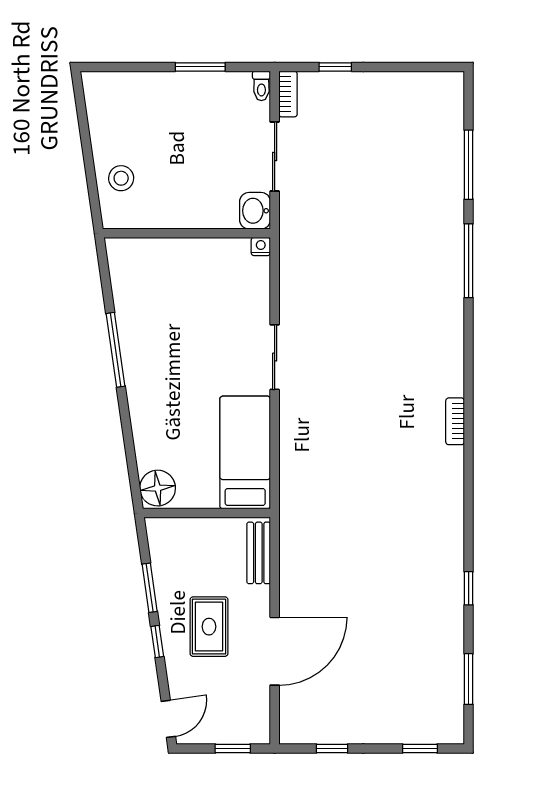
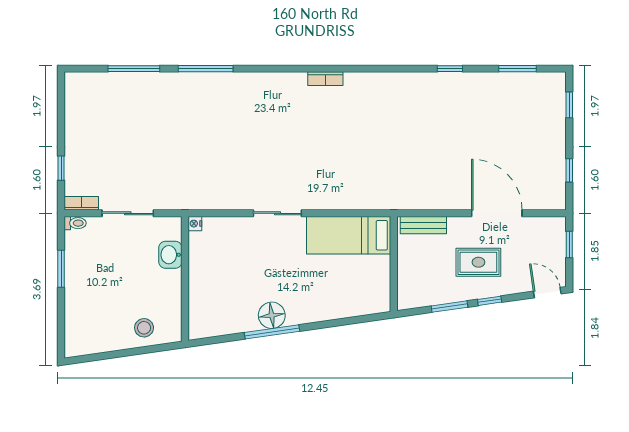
washbasin: (255, 211) -> (170, 255), moved, turned 90
floor lamp: (158, 488) -> (272, 315), moved

